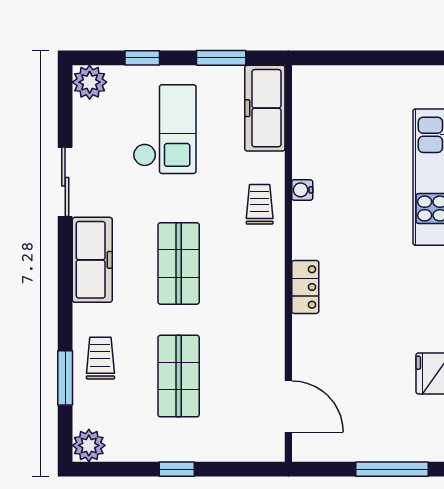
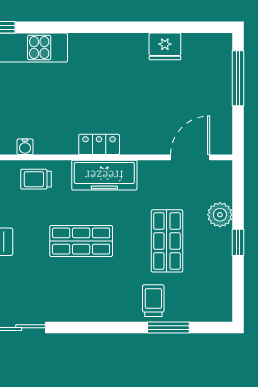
freezer: (92, 260) -> (104, 175), moved, turned 180
trolley: (100, 358) -> (153, 301), turned 90
shop shelf: (179, 376) -> (167, 241), turned 90
plant: (89, 445) -> (220, 215), moved

